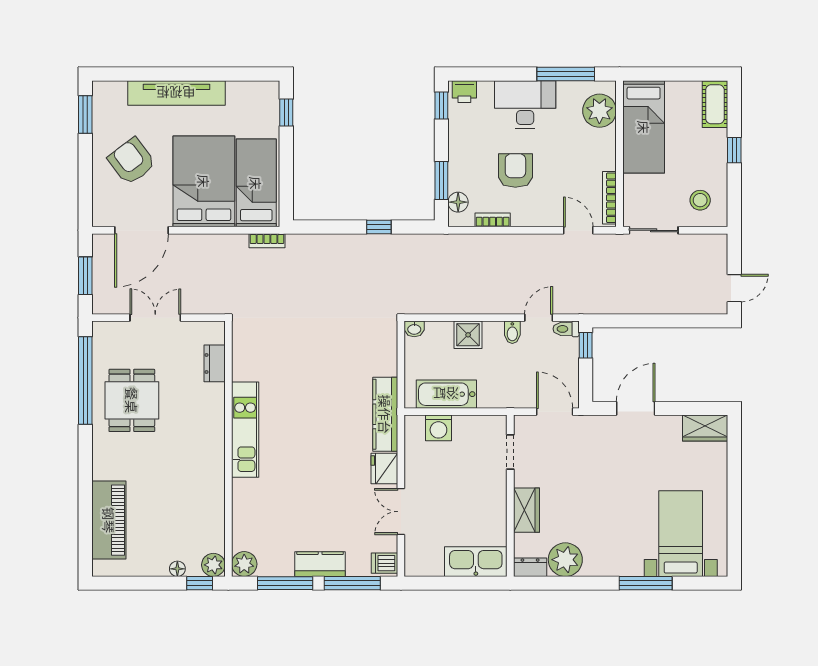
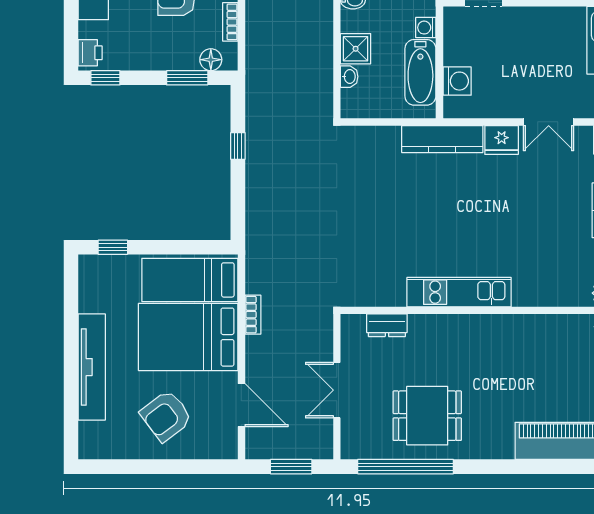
window: (85, 115) -> (115, 467), removed
door: (141, 230) -> (241, 405), width x0.73
bookcase: (267, 241) -> (253, 315), moved
washbasin: (414, 329) -> (349, 77), moved
washing machine: (487, 399) -> (426, 28), added

